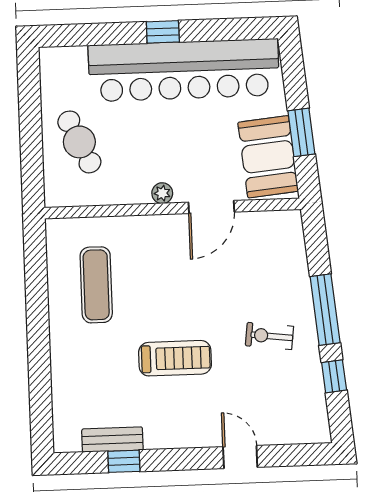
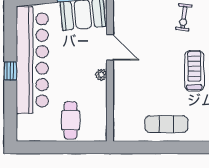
cafe table: (79, 142) -> (71, 120), turned -65
exercise mat: (96, 285) -> (166, 124), moved

